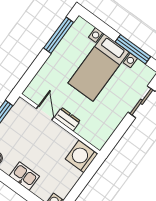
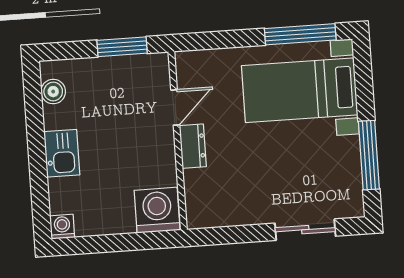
bed with nightstands: (98, 68) -> (300, 90), moved

